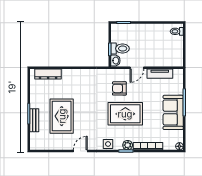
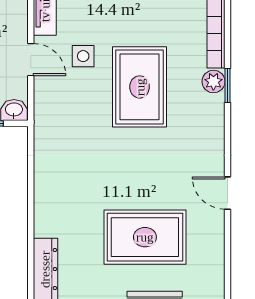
armchair: (119, 88) -> (80, 101), removed
side table: (108, 144) -> (83, 56), moved

